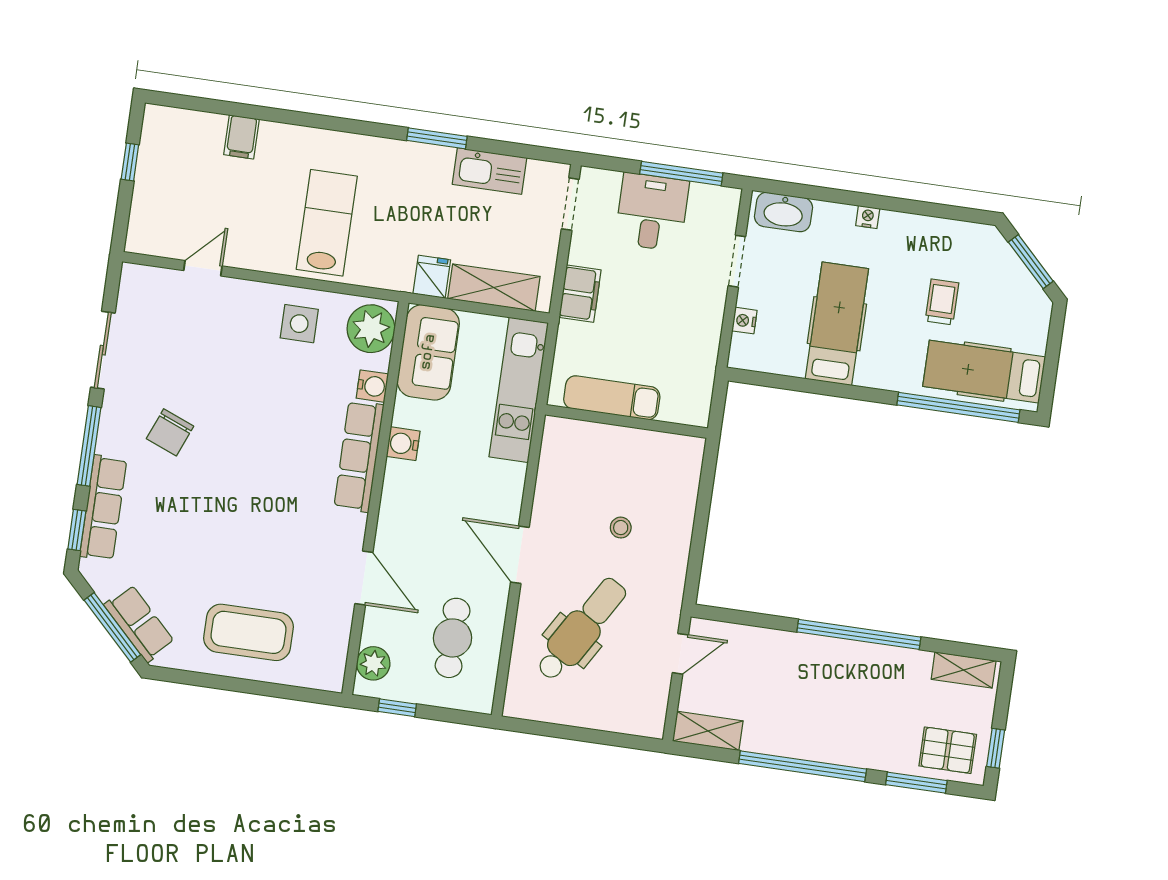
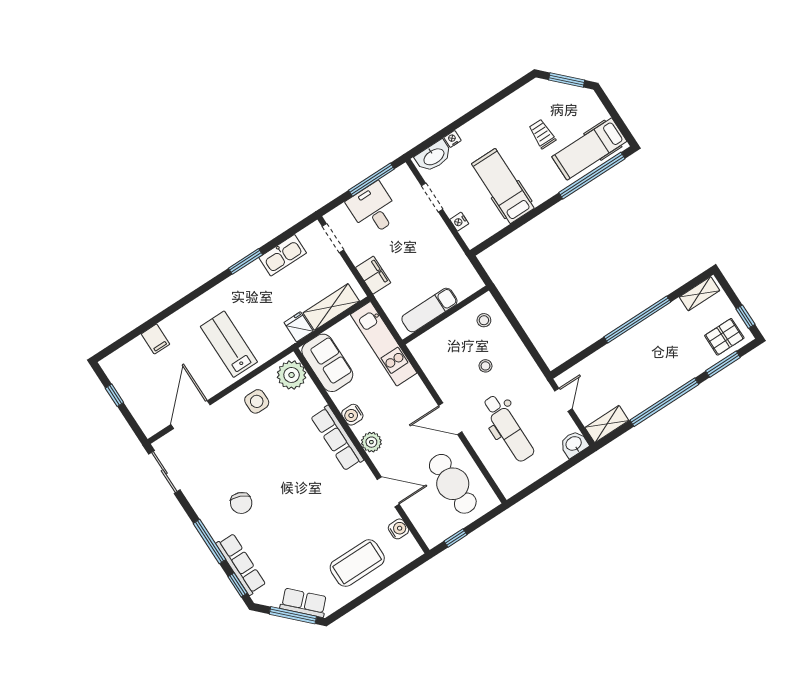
nightstand: (868, 217) -> (452, 139), moved
door: (203, 268) -> (190, 415), width x1.87
sliding door: (103, 350) -> (164, 472), moved
water cooler: (372, 386) -> (398, 529), moved
stool: (668, 469) -> (484, 320), added
dental chair: (581, 629) -> (508, 428), turned 149
cafe table: (453, 638) -> (453, 484), width x1.37, depth x1.35
plant: (373, 663) -> (371, 442), moved
washbasin: (646, 720) -> (574, 444), added

